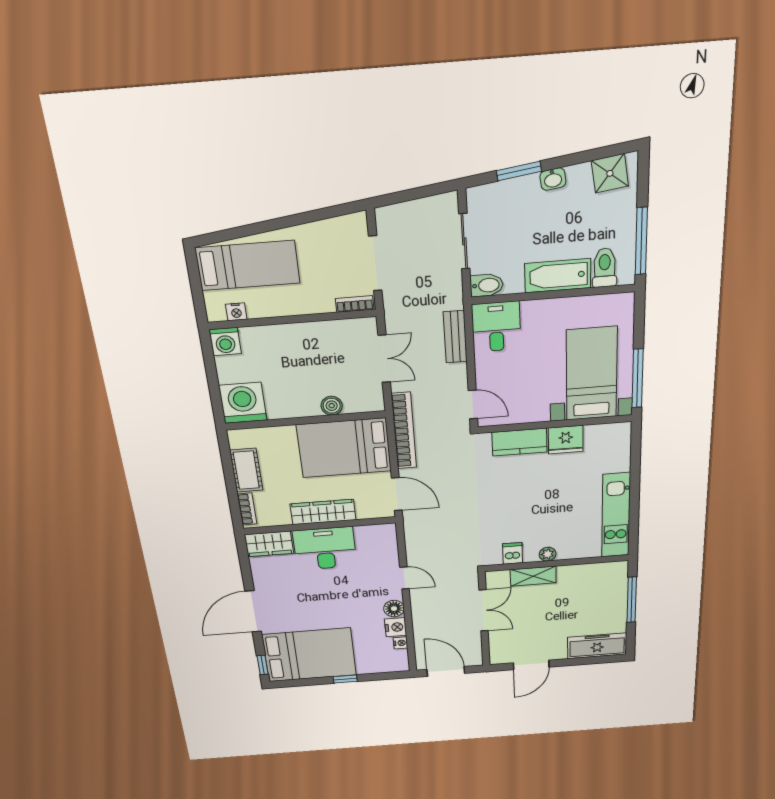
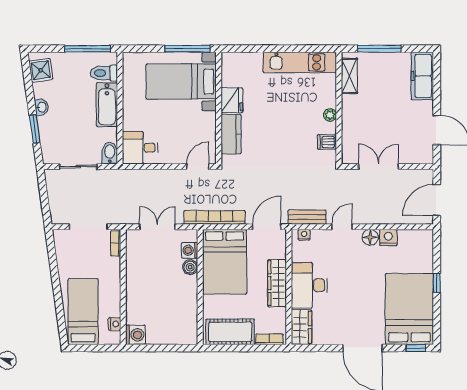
bench: (455, 337) -> (307, 217), moved
washing machine: (243, 403) -> (190, 250), moved, width x0.53, depth x0.53
cot: (246, 470) -> (230, 332), width x1.37, depth x1.34
shelving: (533, 576) -> (349, 76), moved
nightstand: (401, 643) -> (304, 235), moved

